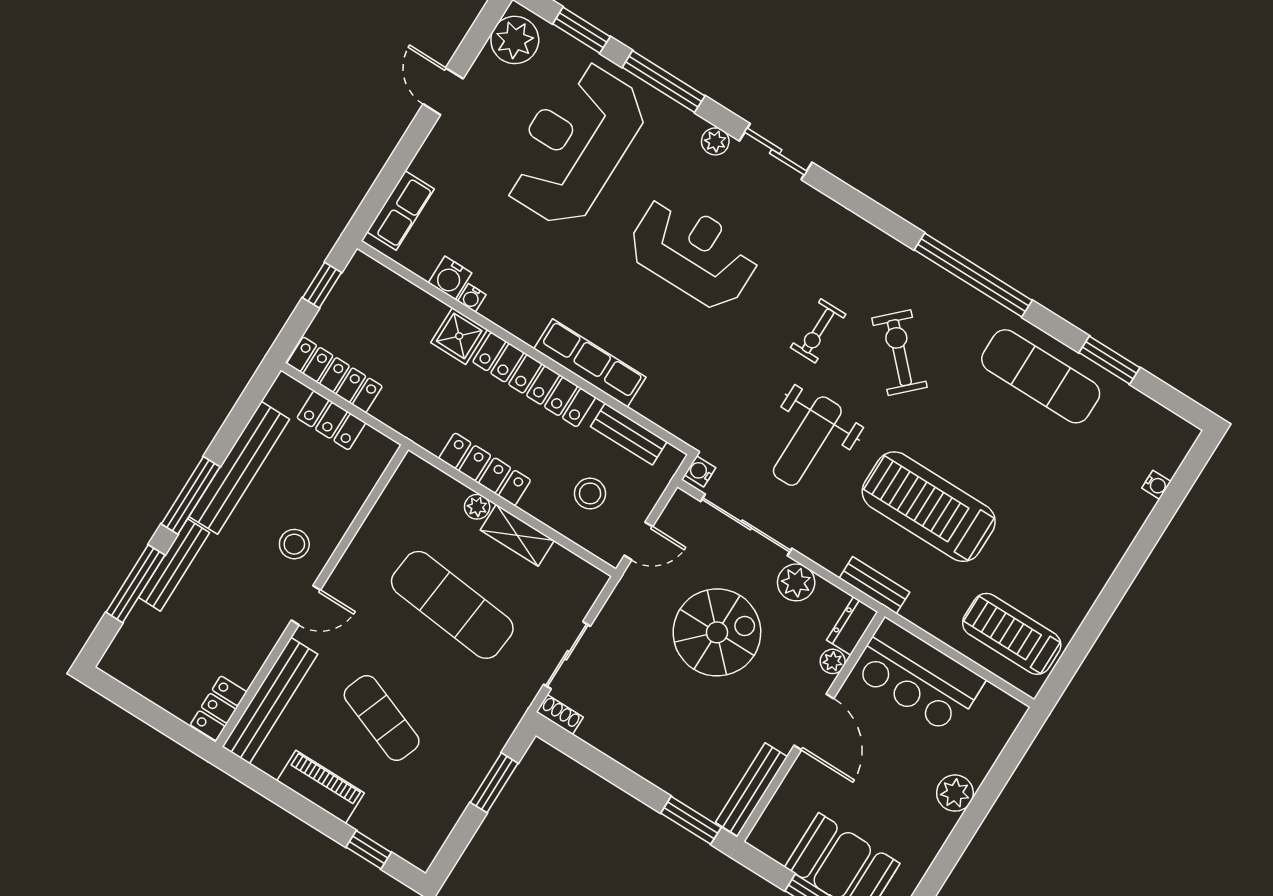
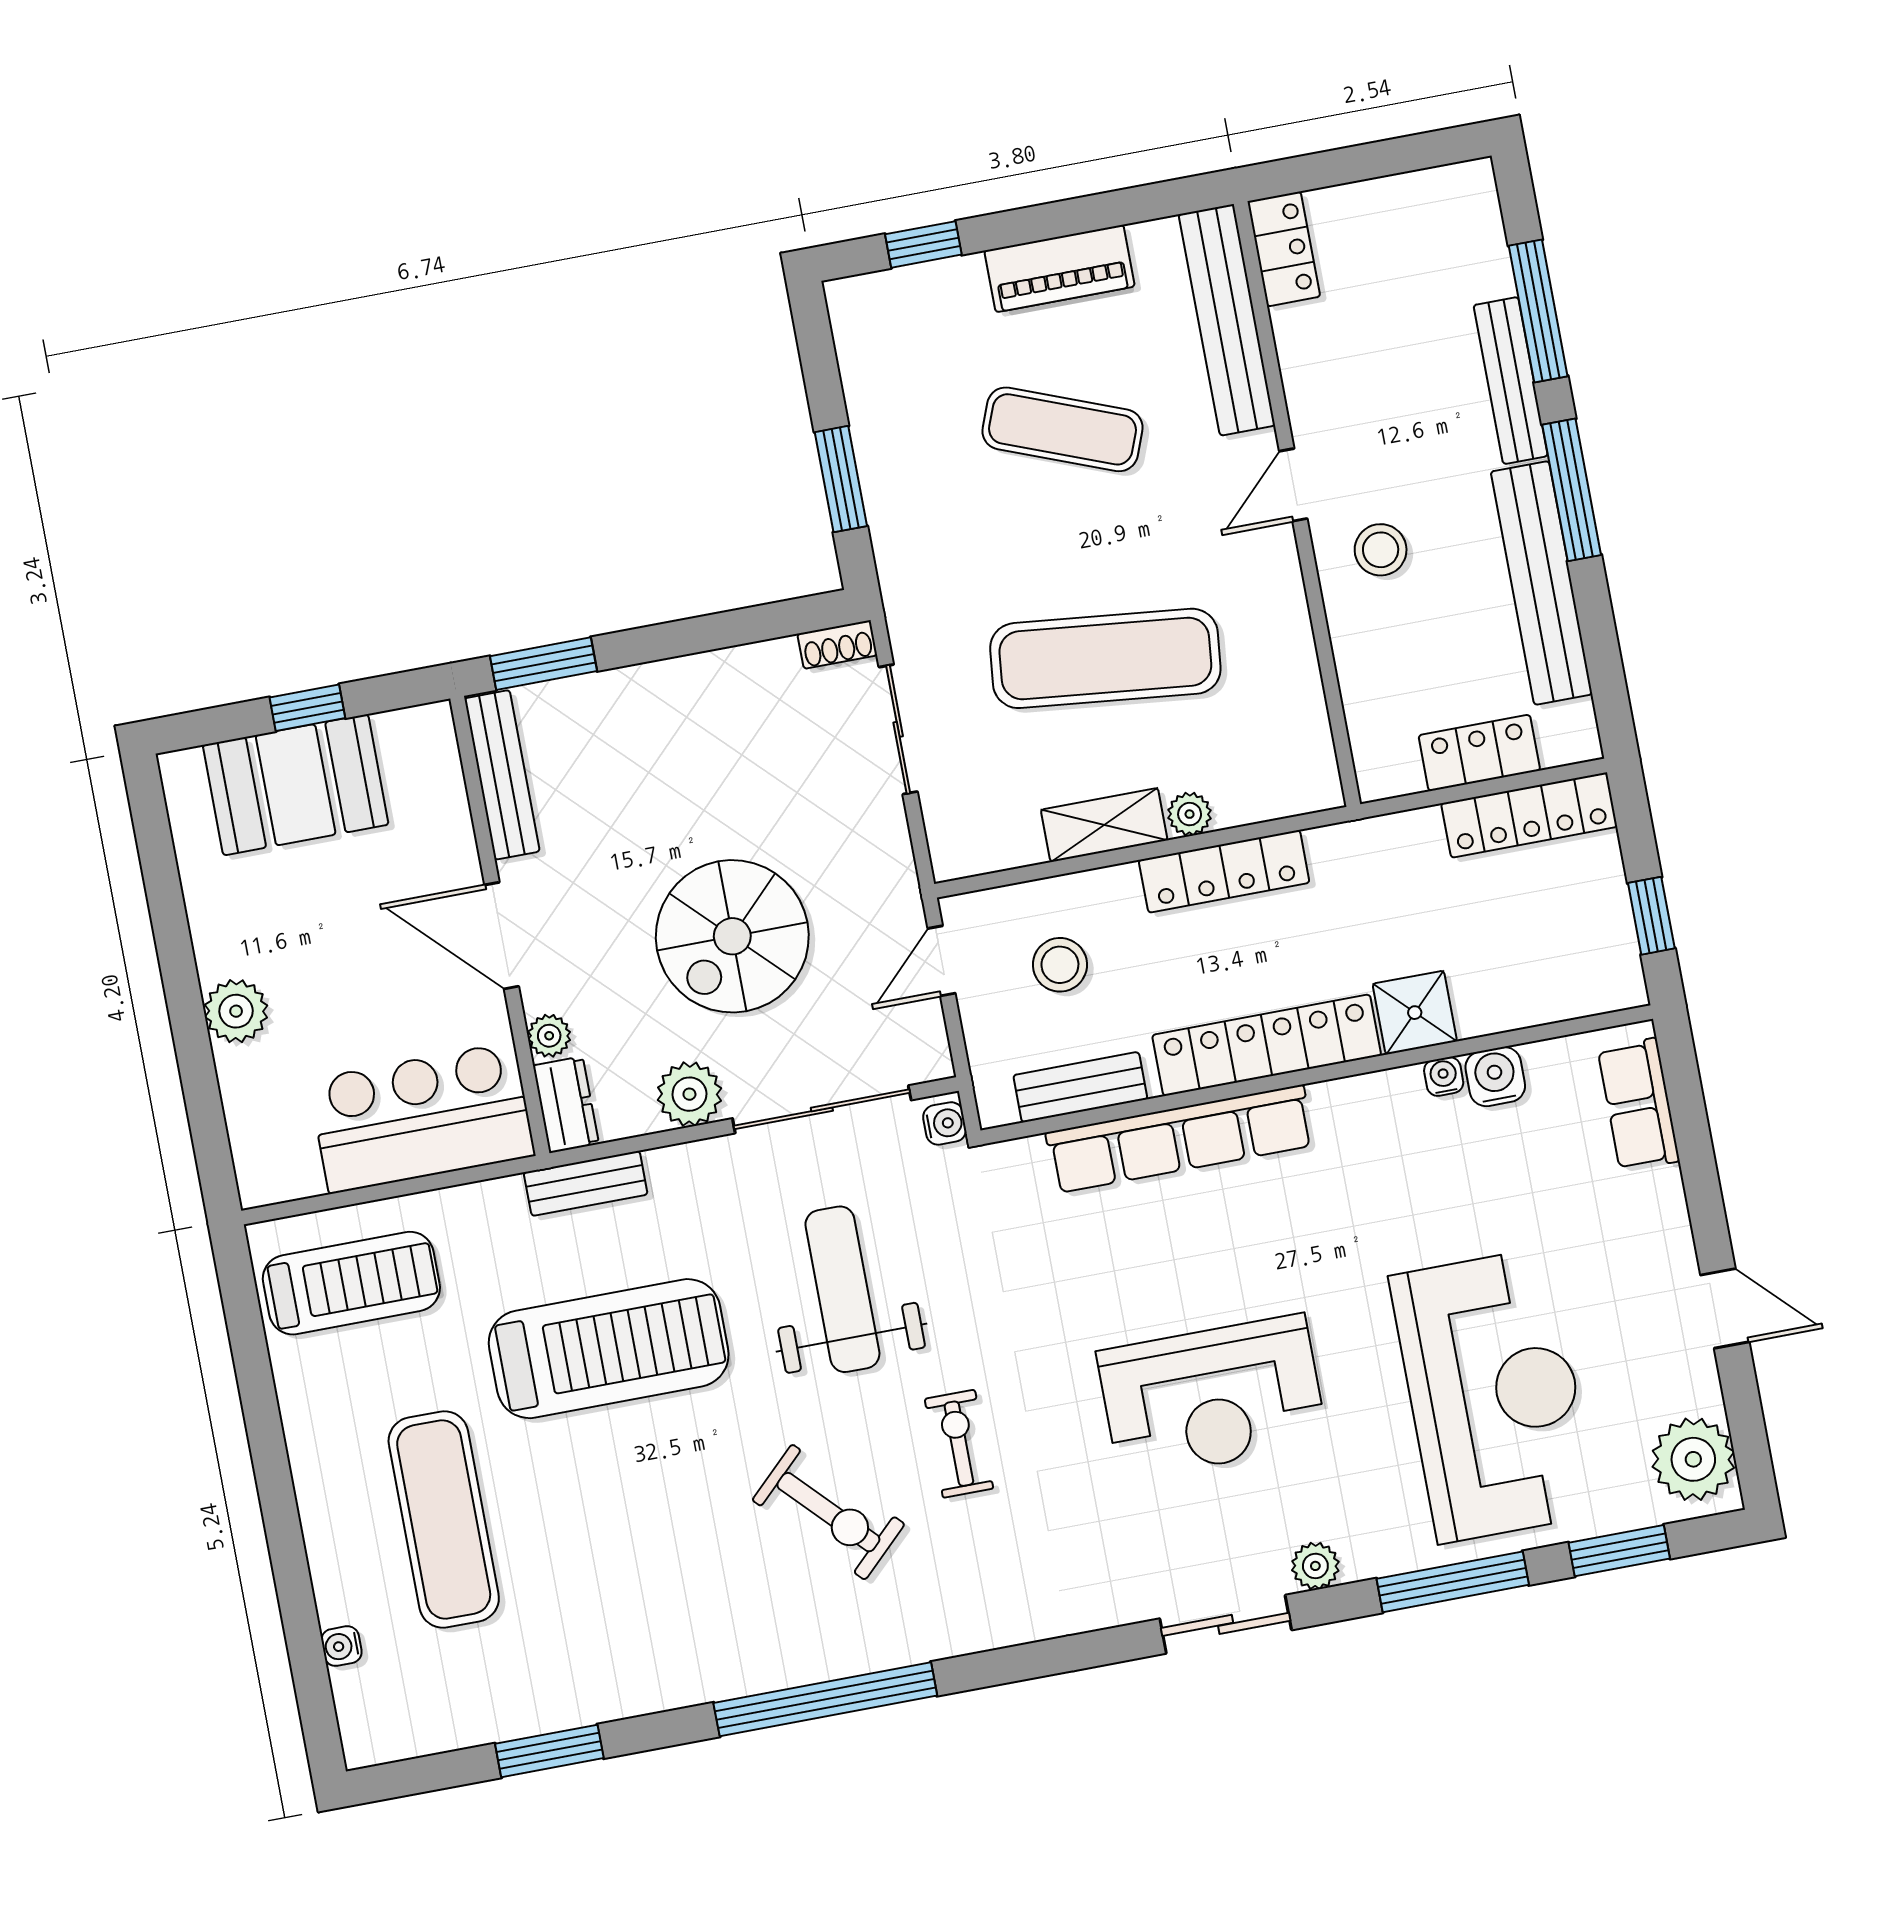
row of seats: (590, 363) -> (1180, 1139), width x1.36
exercise mat: (1041, 376) -> (444, 1520), moved, turned 90

